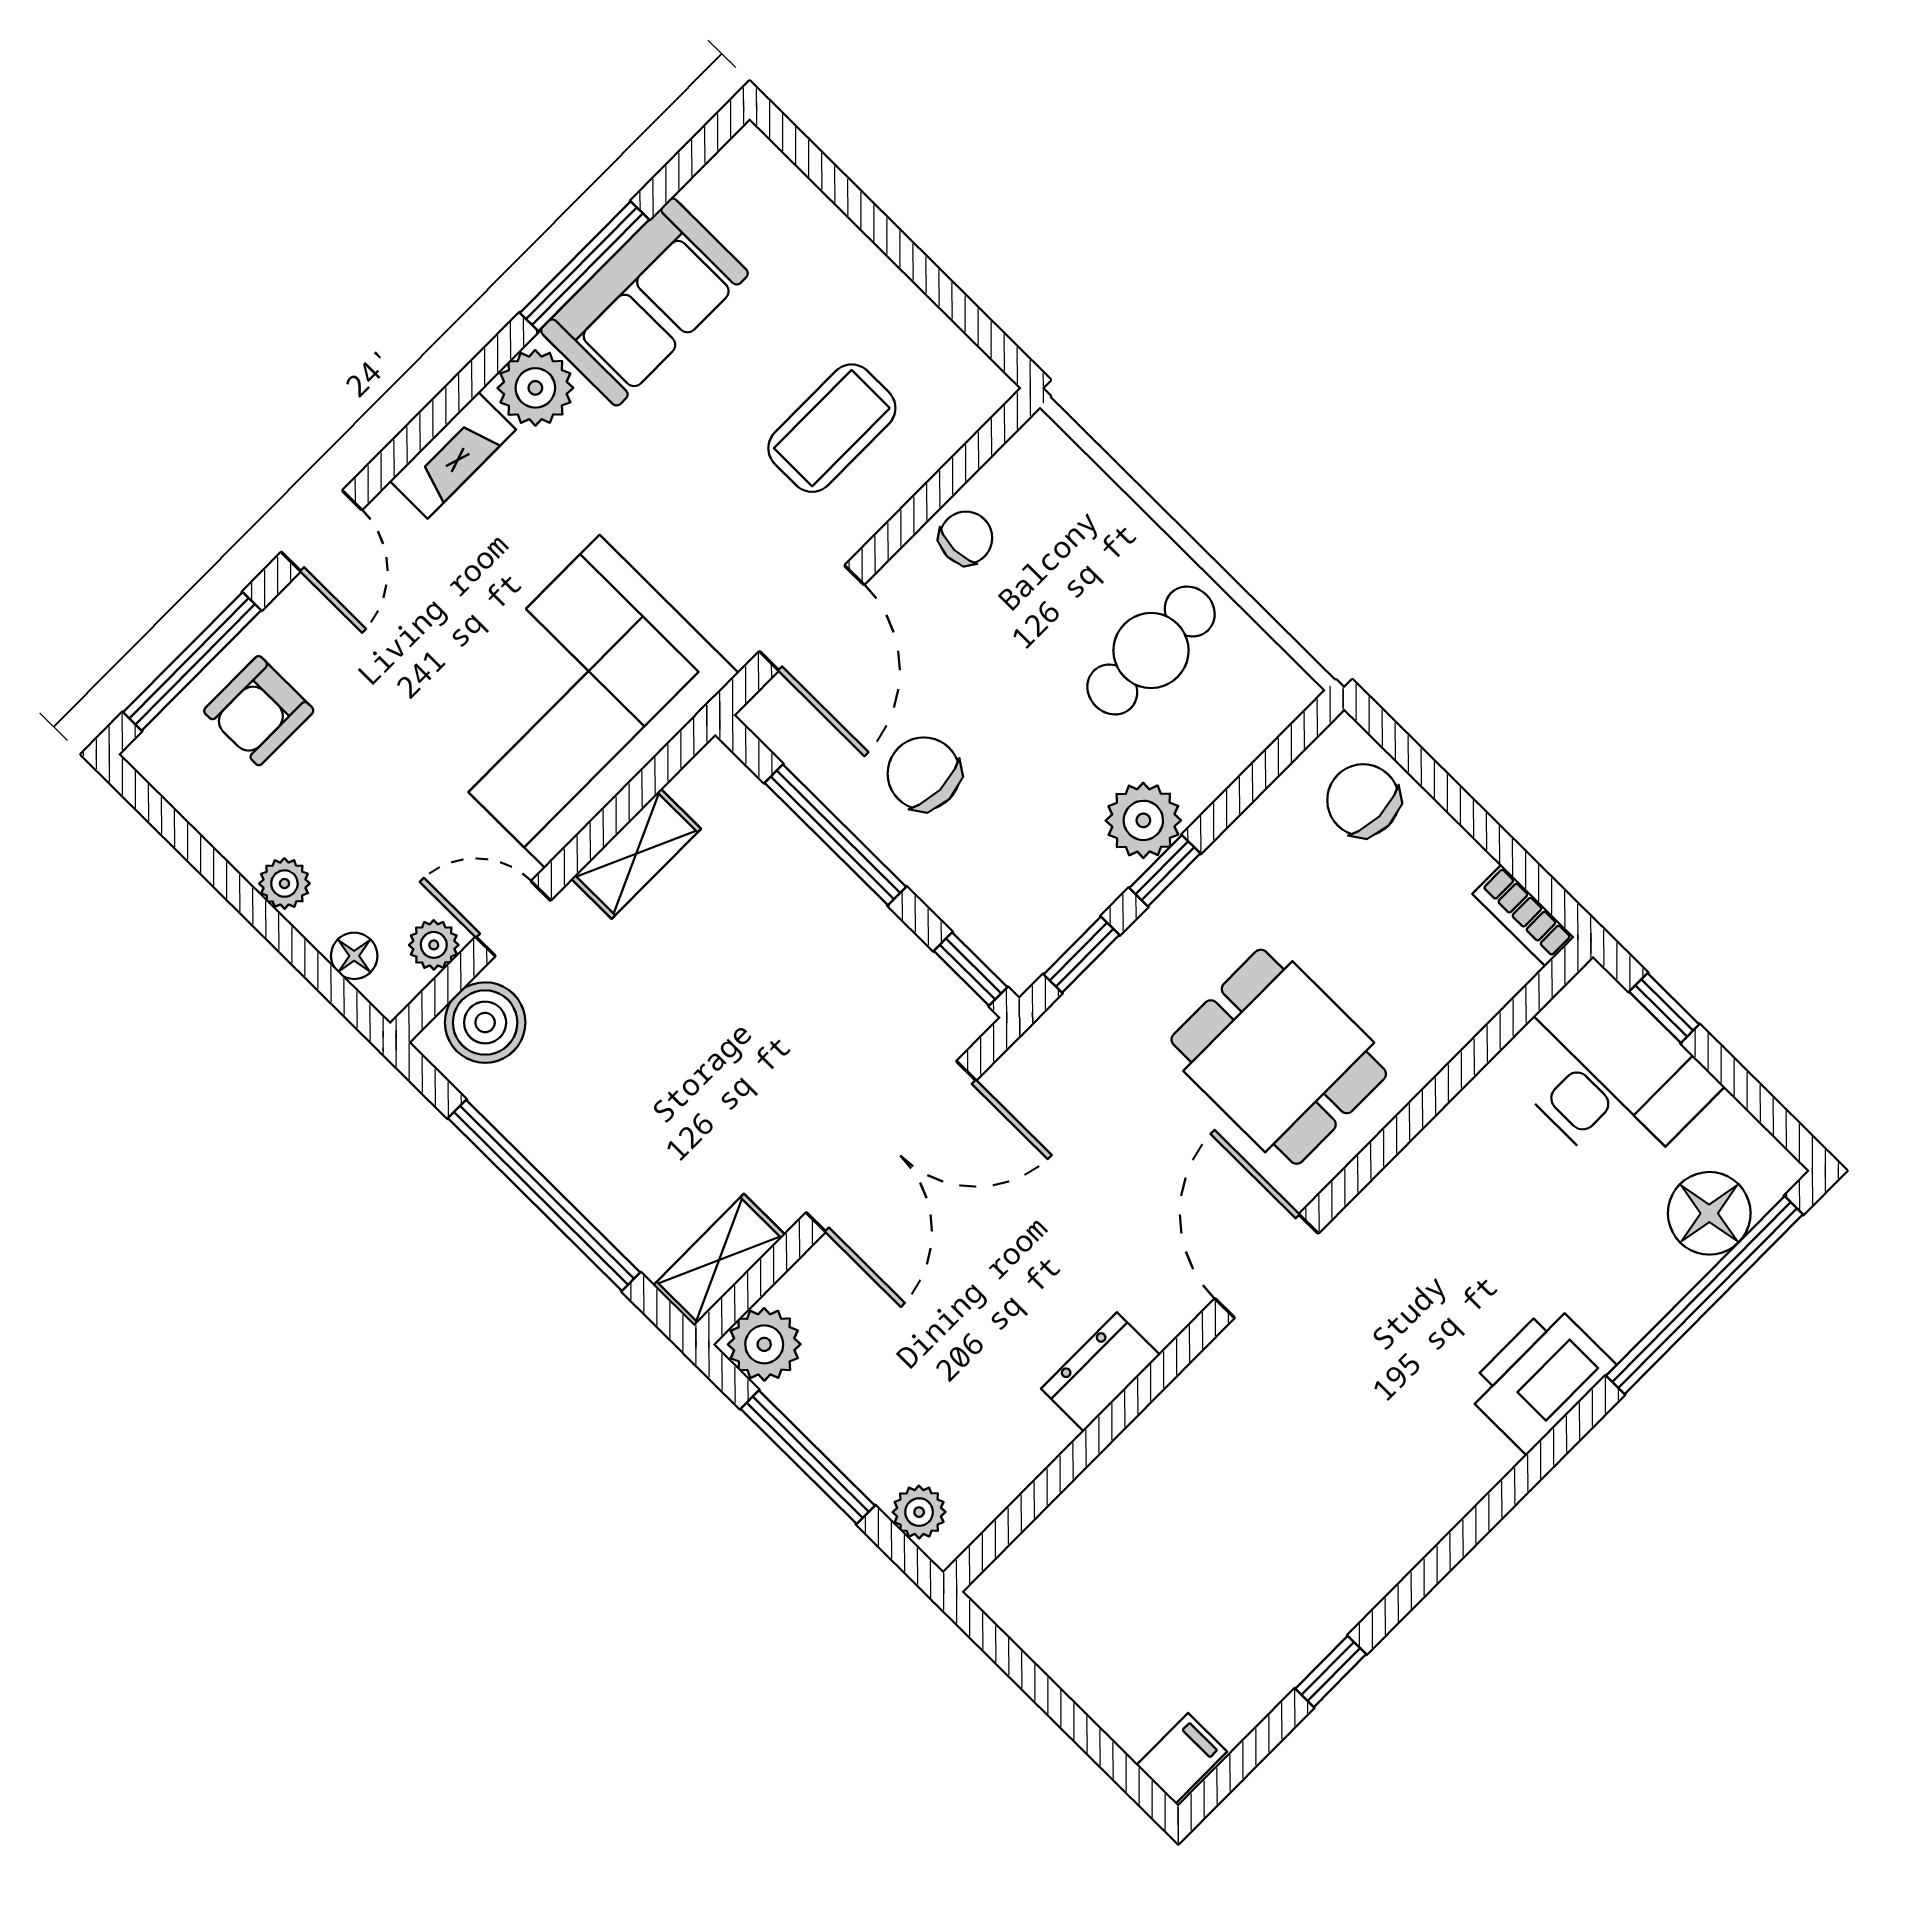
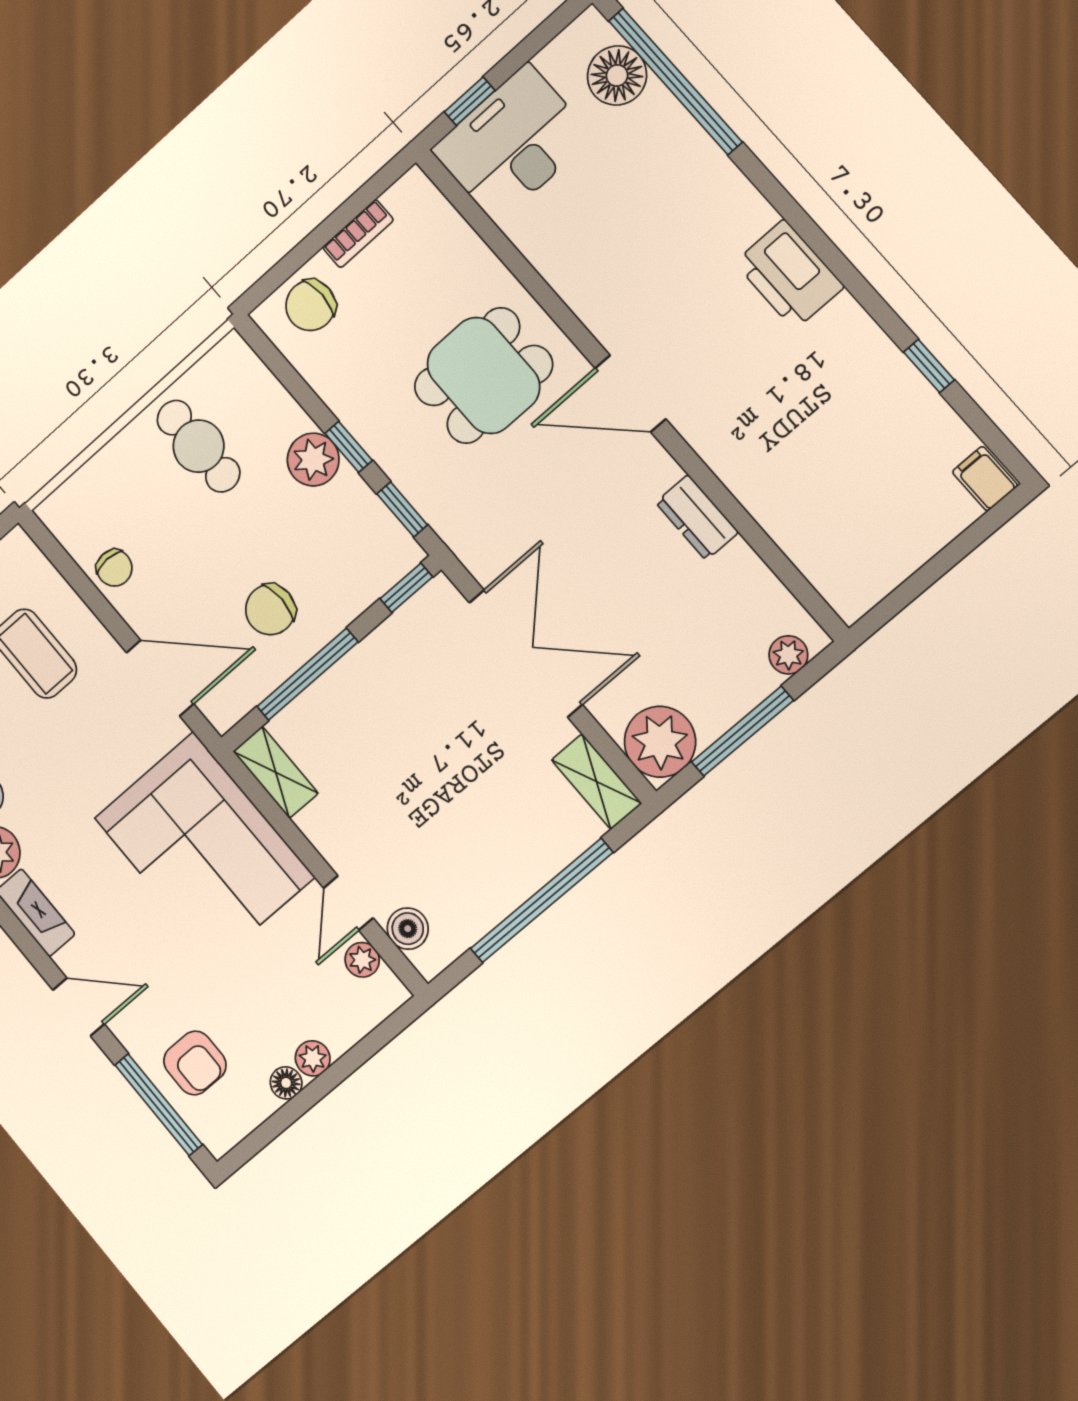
chair: (966, 538) -> (114, 568), turned 180
shelving: (636, 854) -> (276, 772), moved
bookcase: (1523, 916) -> (358, 234), moved
floor lamp: (354, 956) -> (286, 1083), moved
boiler: (485, 1023) -> (408, 929), width x0.73, depth x0.73
plant: (764, 1344) -> (660, 742), width x1.36, depth x1.36
printer: (1539, 1378) -> (789, 274), moved

